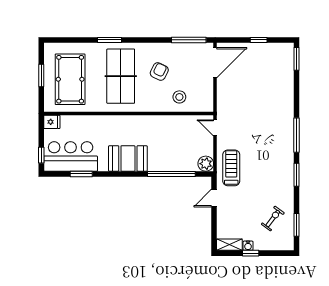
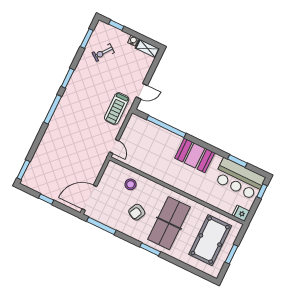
window: (110, 40) -> (150, 249), moved
plant: (206, 164) -> (135, 122), removed
window: (251, 253) -> (116, 25), moved

